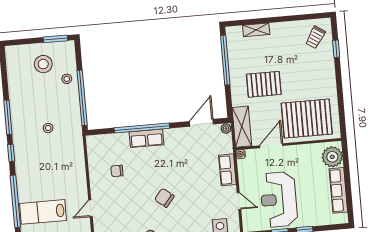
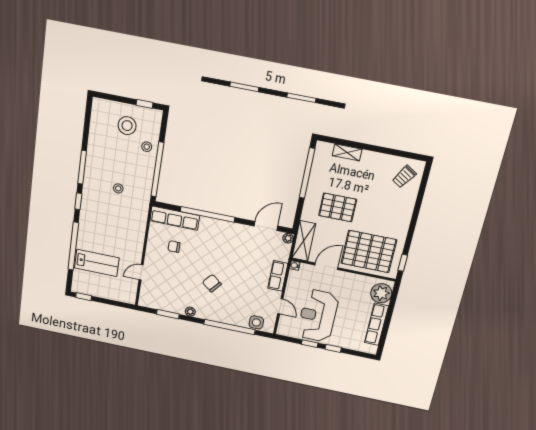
window: (55, 39) -> (144, 104), width x0.67
window: (336, 49) -> (403, 263), moved
row of seats: (146, 138) -> (175, 218), moved, width x1.48
lab bench: (43, 212) -> (97, 263), turned 180

